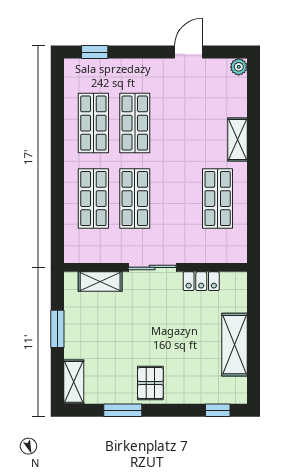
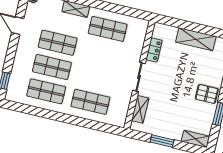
shop shelf: (135, 199) -> (58, 43), moved

